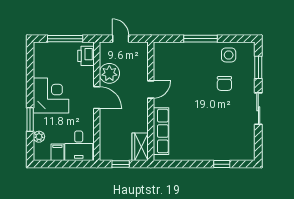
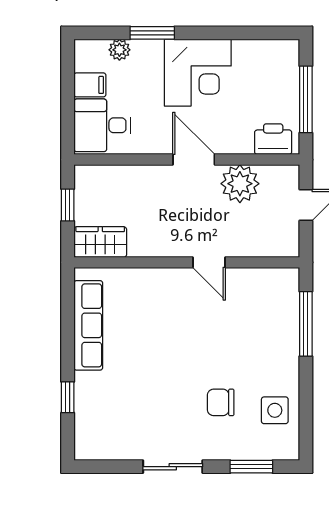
window: (200, 39) -> (306, 324), moved
door: (97, 98) -> (194, 160), swing flipped
row of seats: (161, 131) -> (88, 325), moved, turned -90

